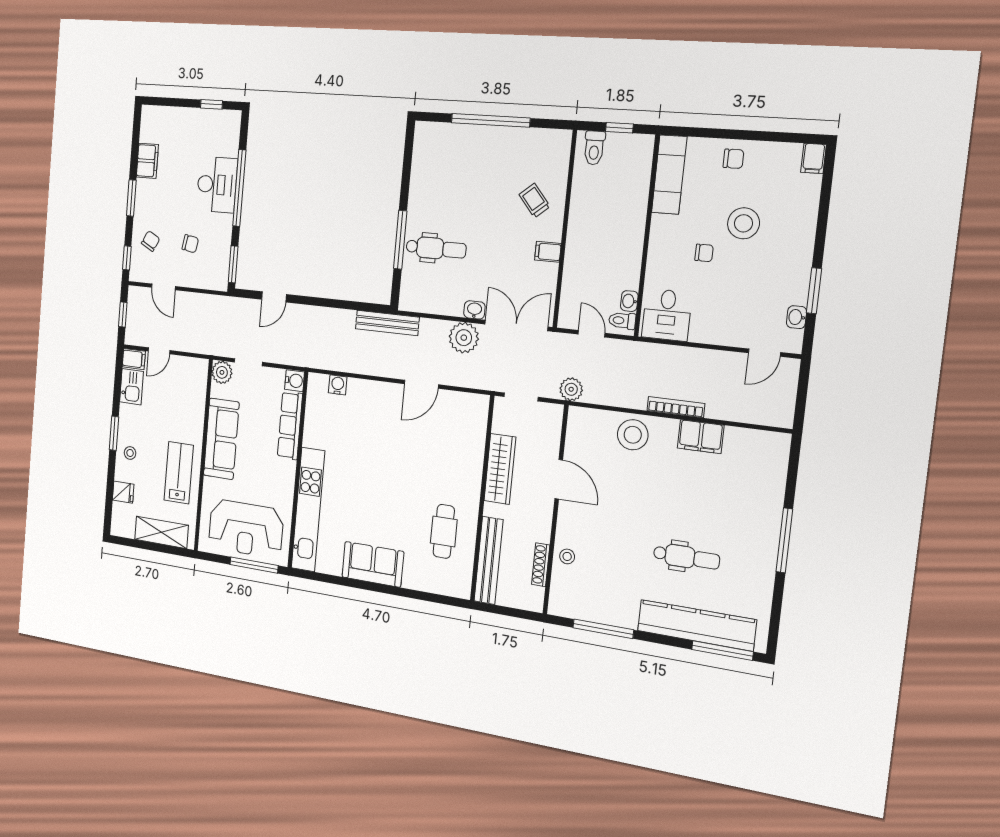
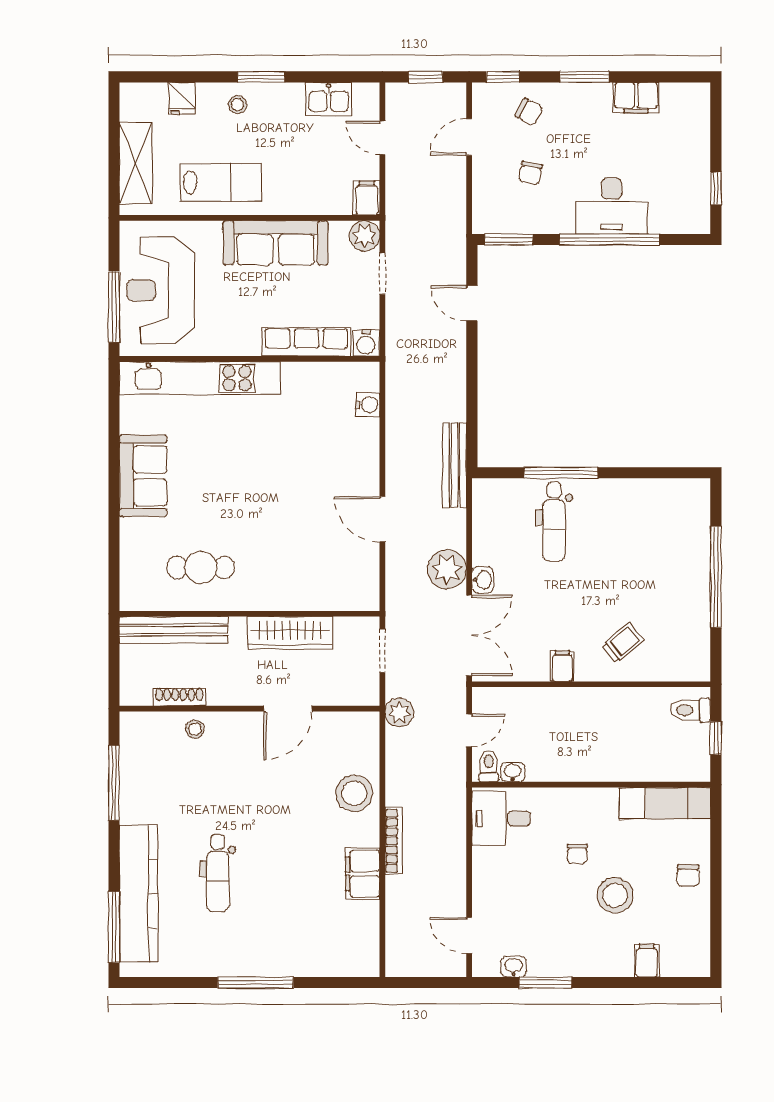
filing cabinet: (813, 158) -> (647, 961), moved, turned 90
filing cabinet: (134, 359) -> (367, 198), moved, turned 180

